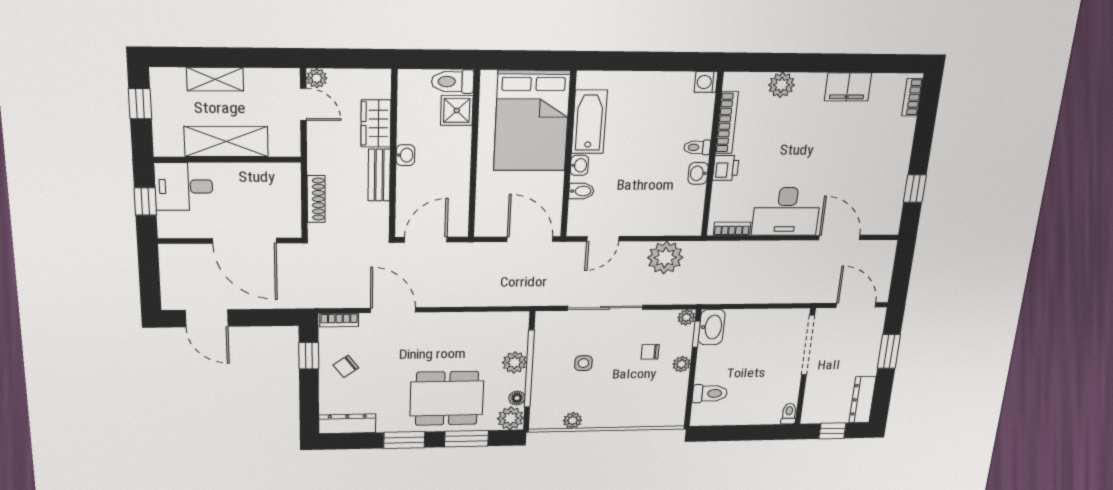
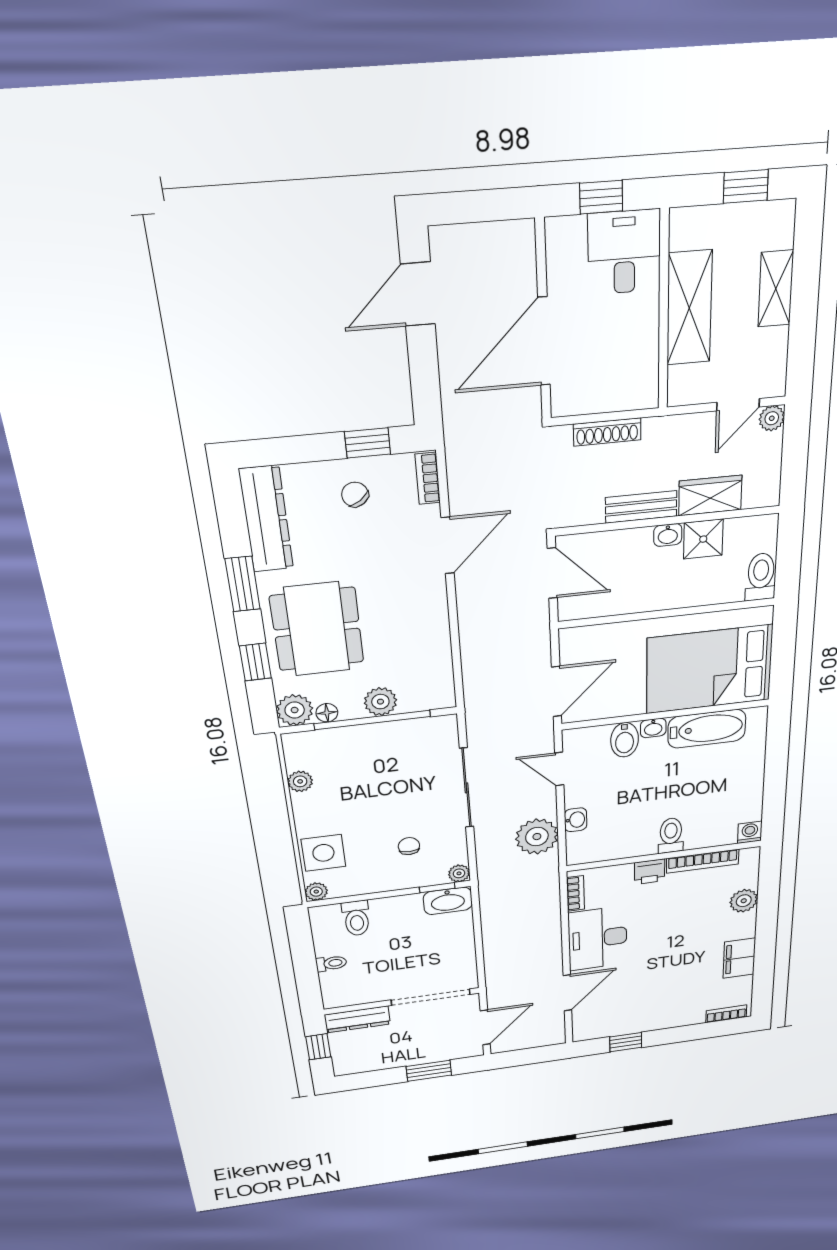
shower: (457, 111) -> (703, 539), moved
toilet: (697, 147) -> (671, 835), width x1.37, depth x1.39
washbasin: (698, 173) -> (576, 820), moved, turned 90
bidet: (581, 191) -> (625, 740), width x1.38, depth x1.36
side table: (583, 363) -> (323, 853), moved, width x1.87, depth x1.87
plant: (681, 364) -> (316, 892), moved
dresser: (862, 400) -> (357, 1019), moved, turned 180
toilet: (789, 414) -> (331, 963), moved
dresser: (347, 424) -> (266, 519), width x1.37, depth x1.24
window: (467, 439) -> (255, 662), width x0.67

